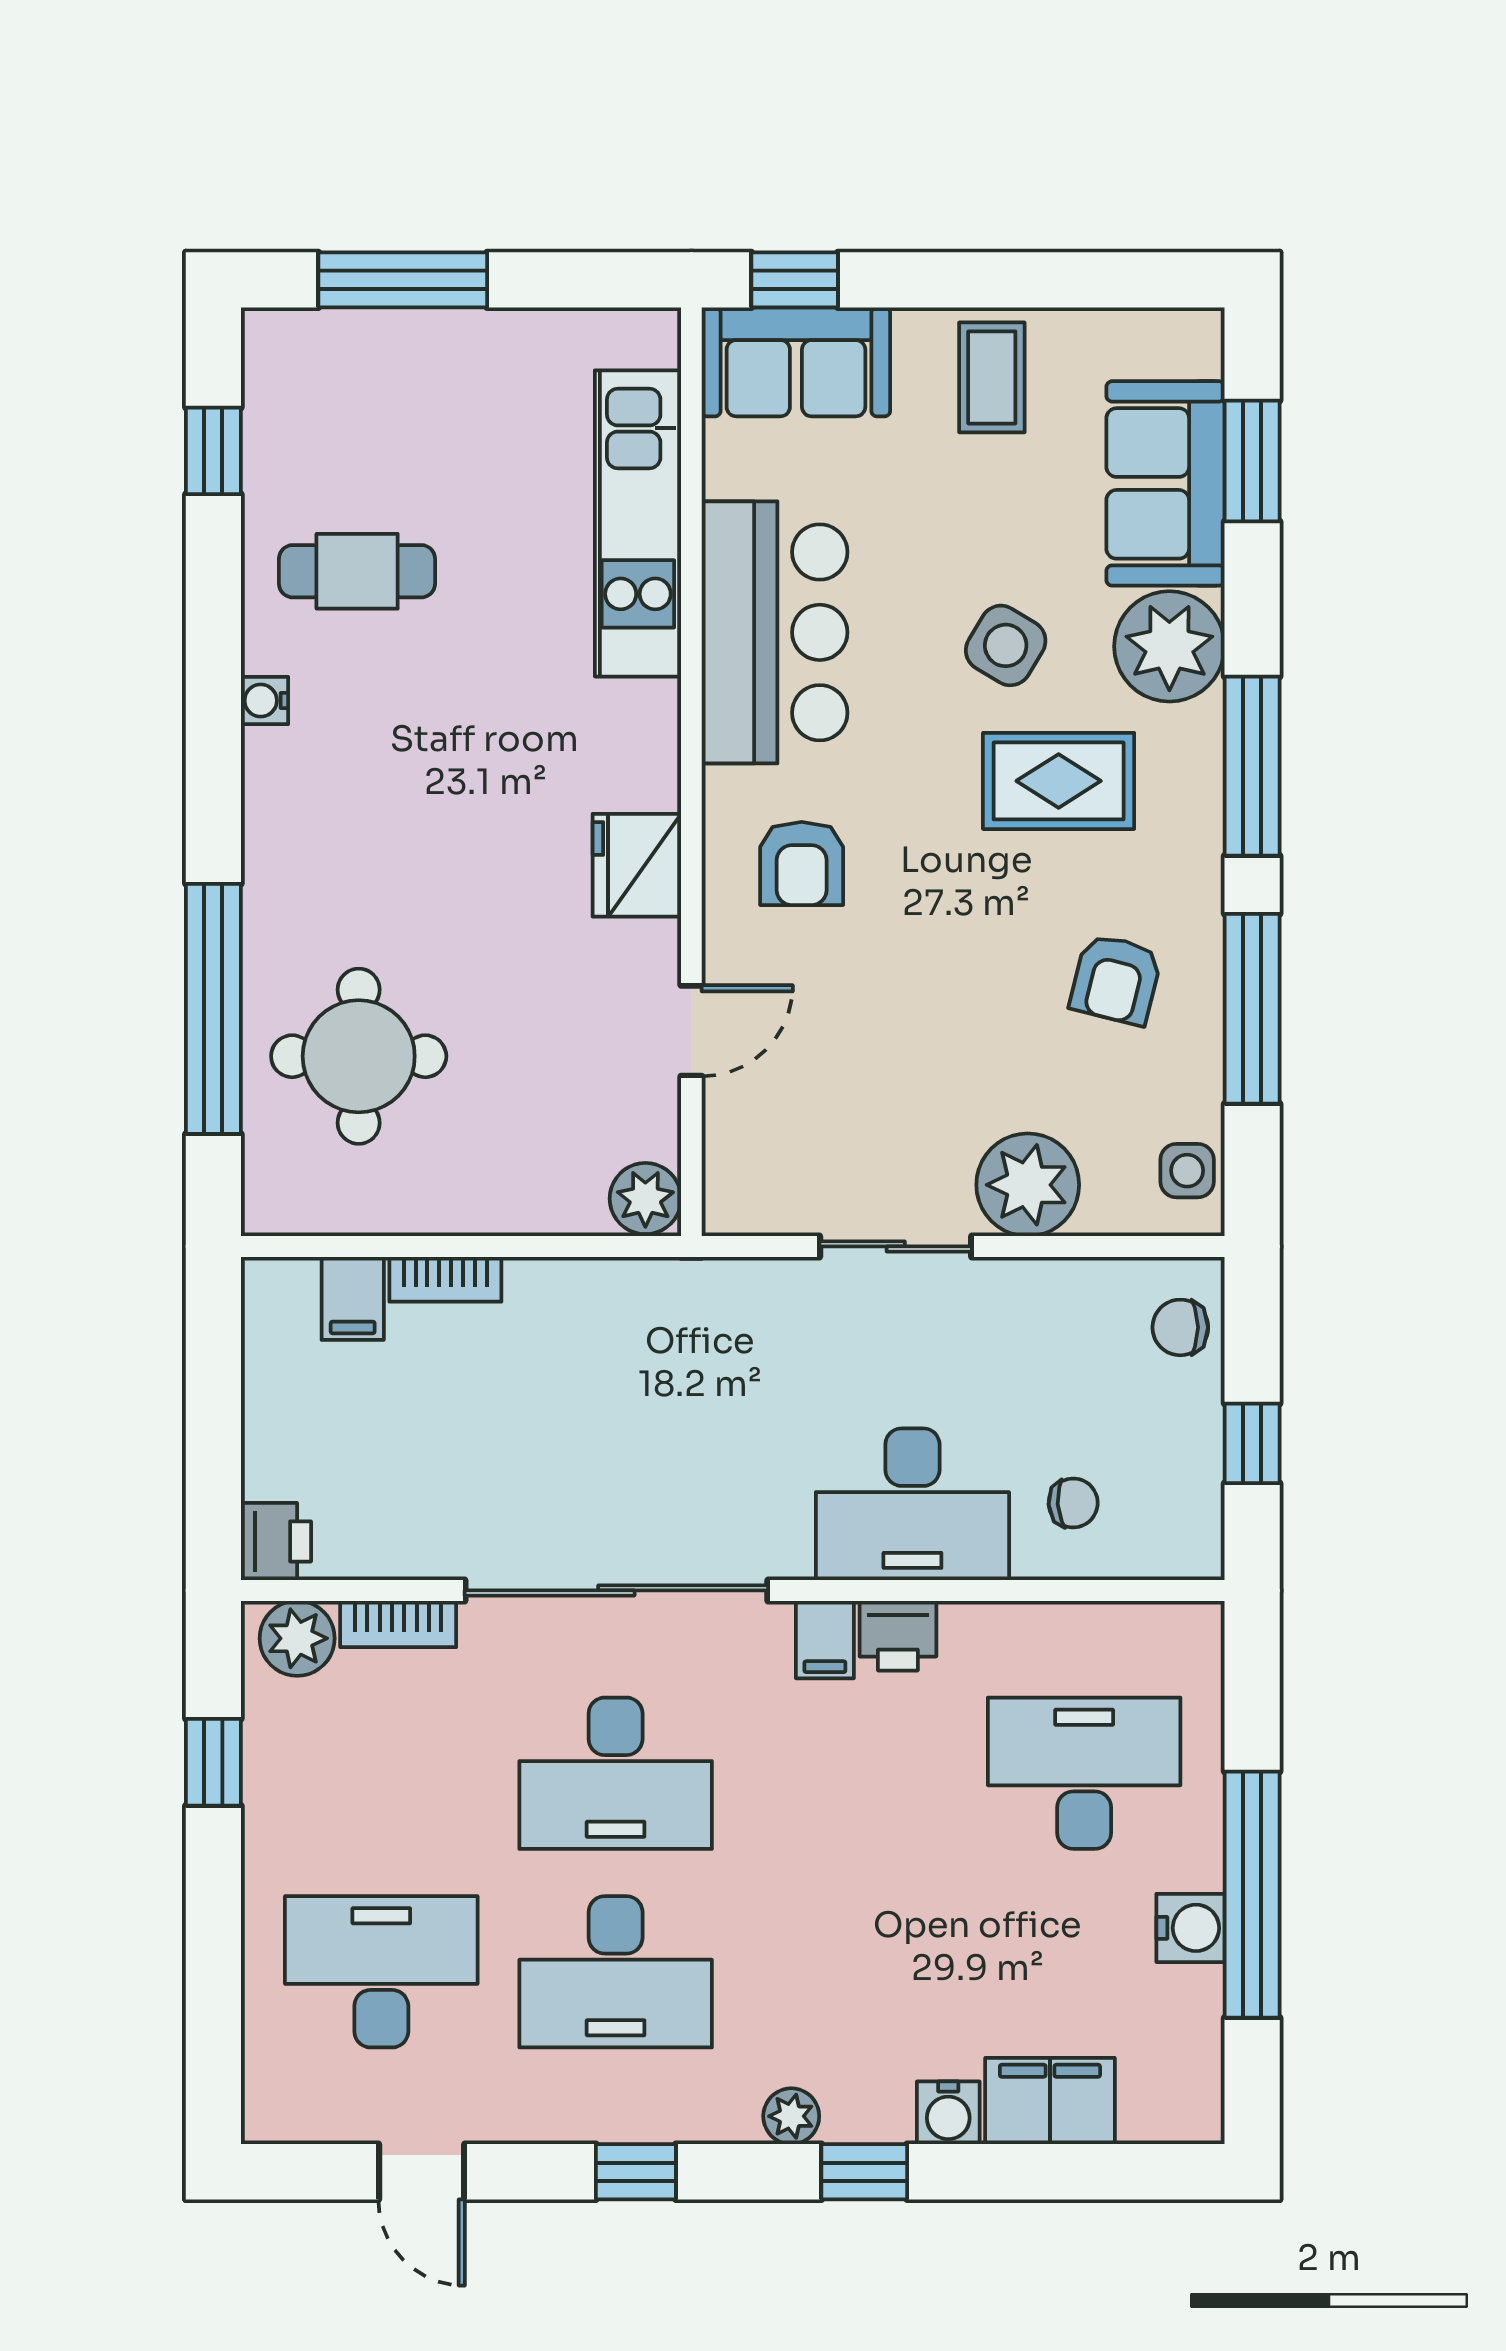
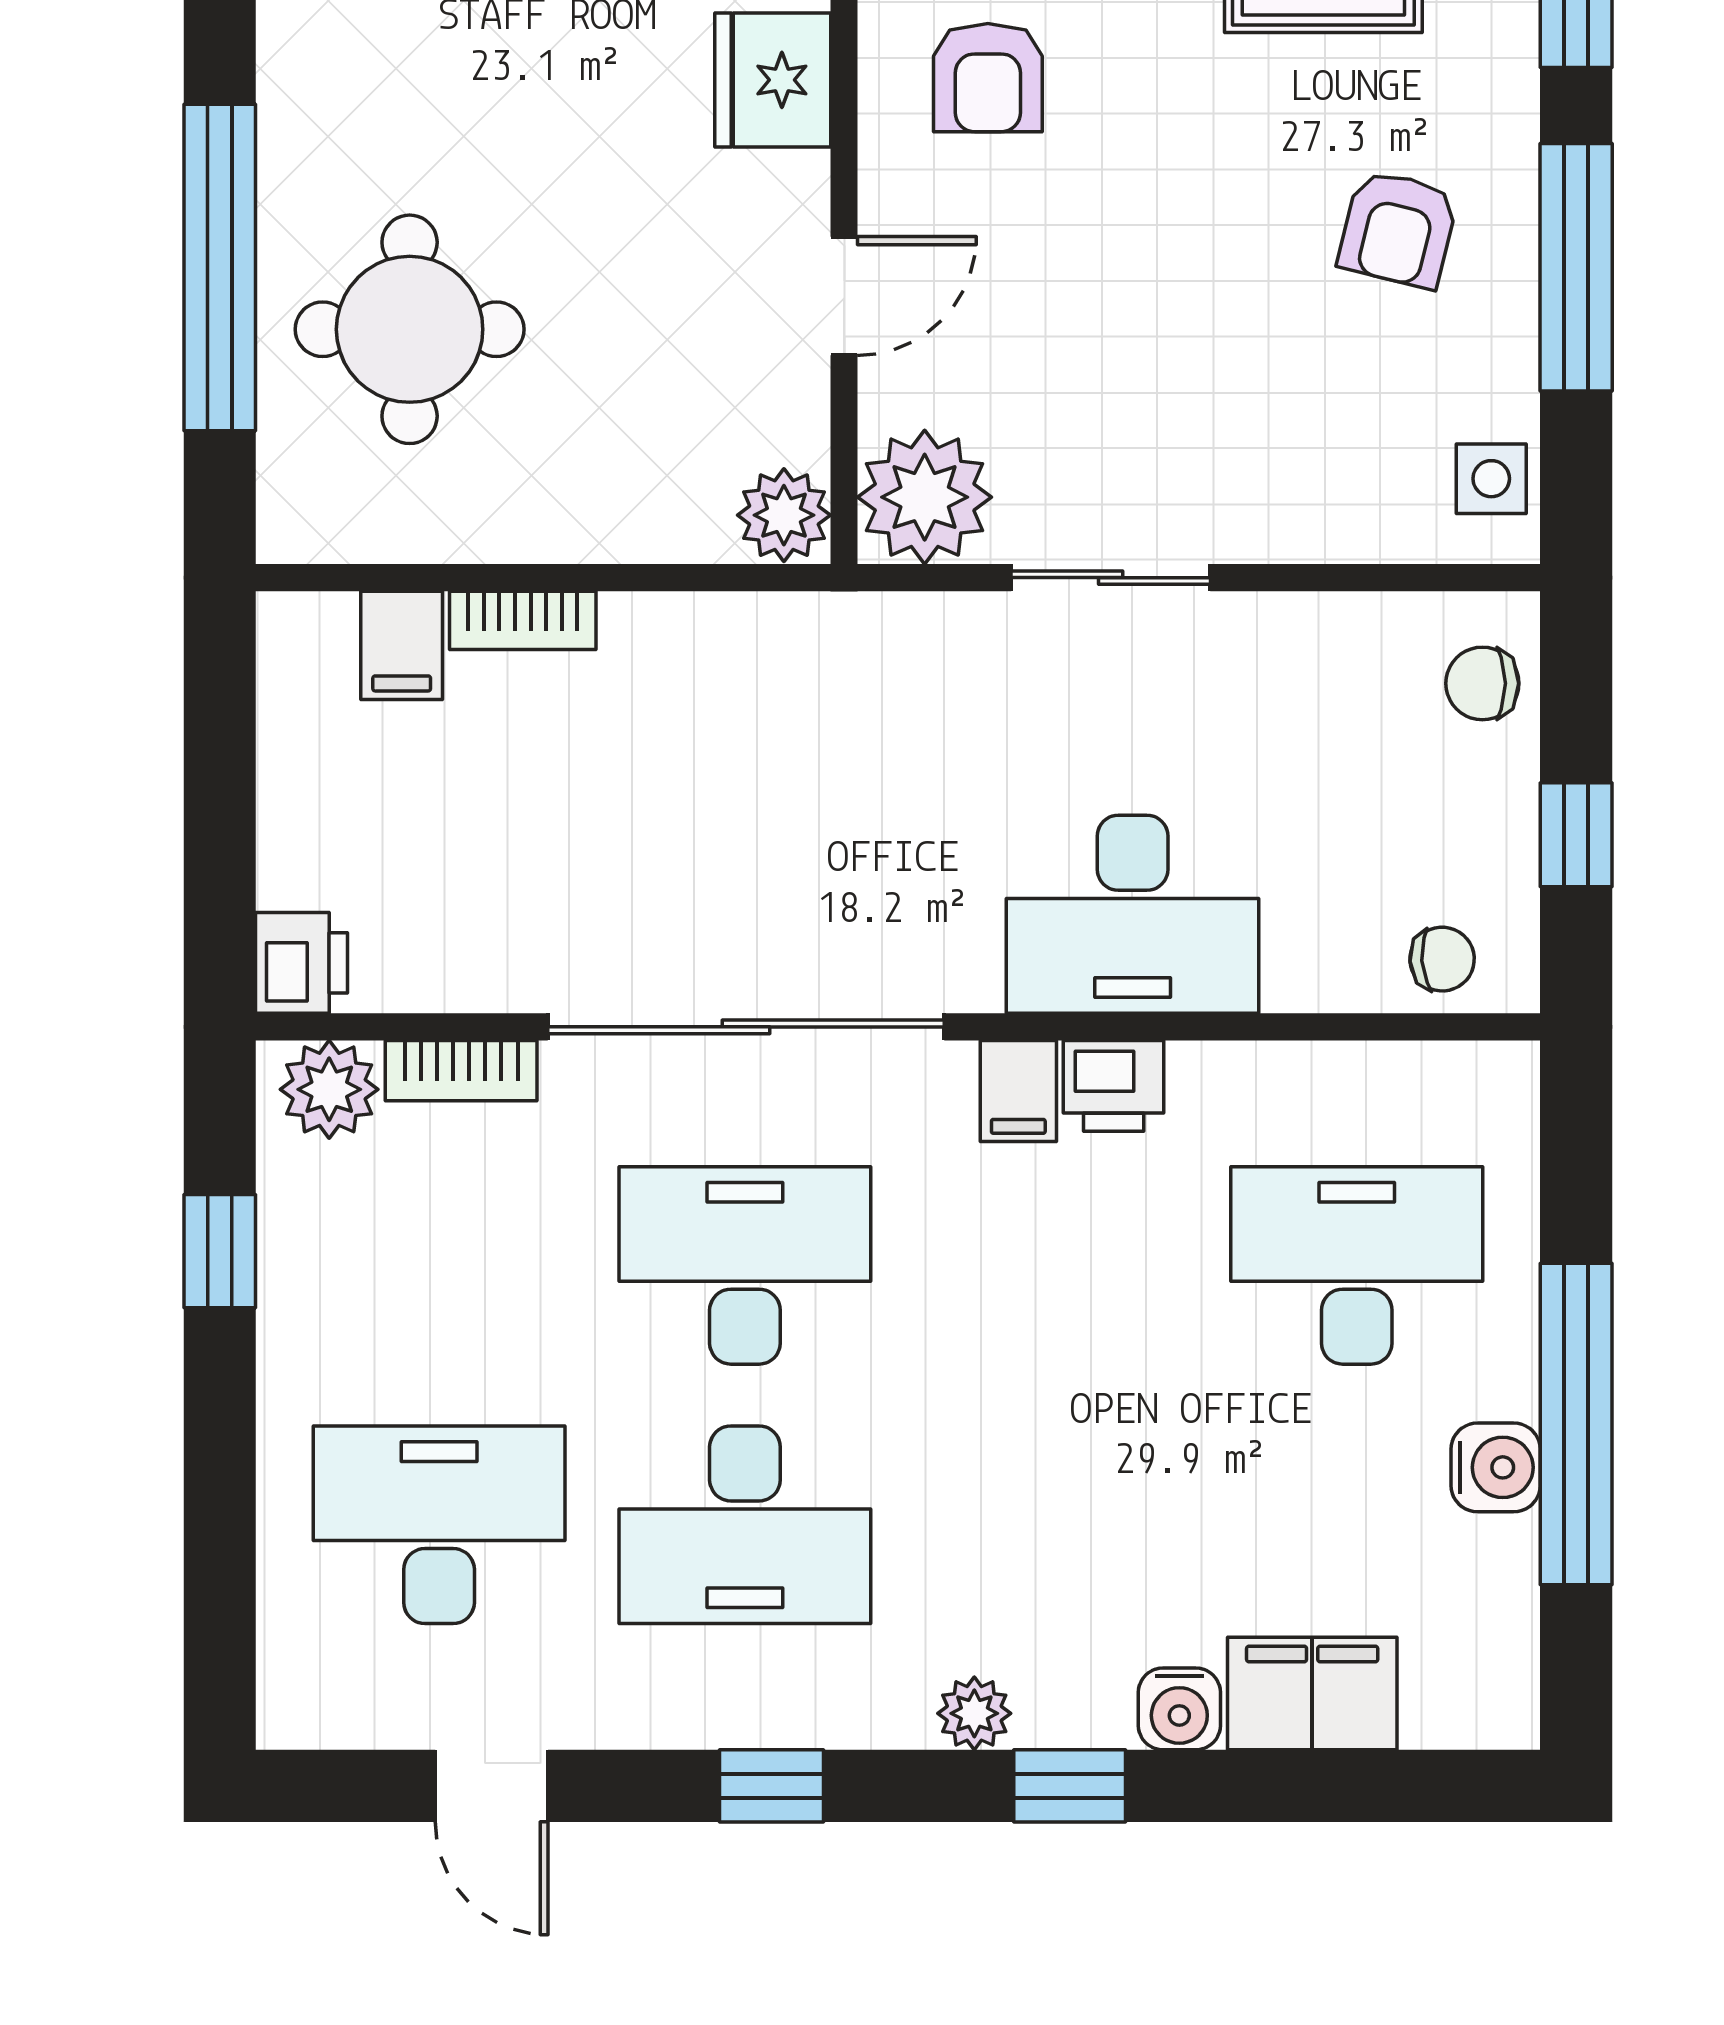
plant: (1028, 1185) -> (925, 497), moved
chair: (1073, 1503) -> (1442, 959), moved
desk: (616, 1773) -> (745, 1265), turned 180

